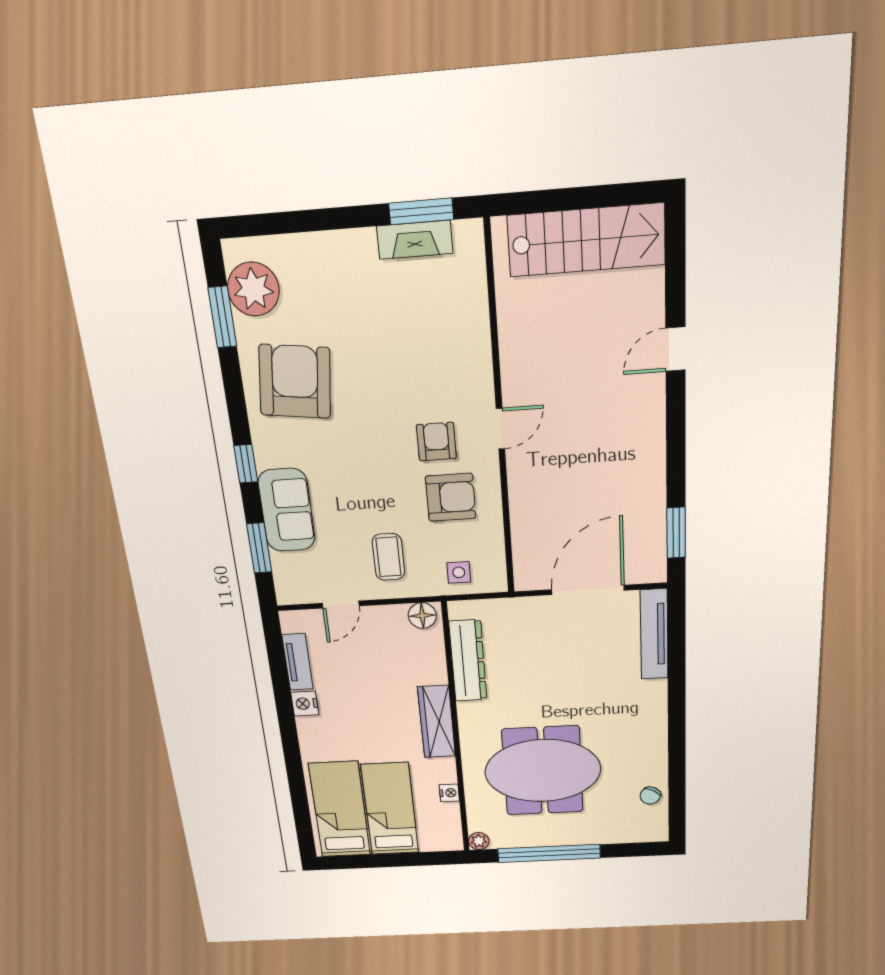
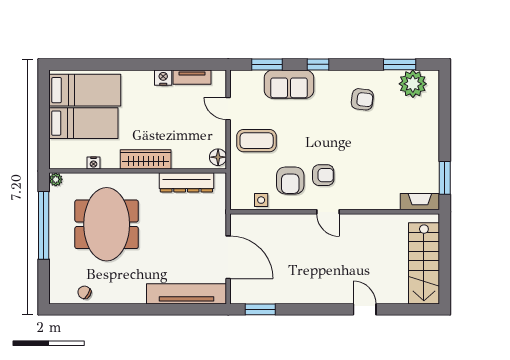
fireplace: (415, 240) -> (420, 202), moved, turned 90
armchair: (295, 381) -> (362, 99), width x0.53, depth x0.53
coffee table: (388, 557) -> (257, 141), width x1.36, depth x1.30
side table: (459, 572) -> (261, 200), moved
tv unit: (654, 634) -> (187, 294), width x1.36, depth x1.29

